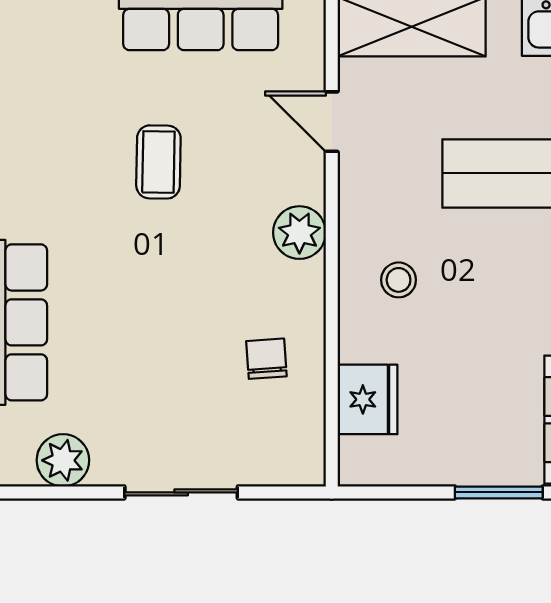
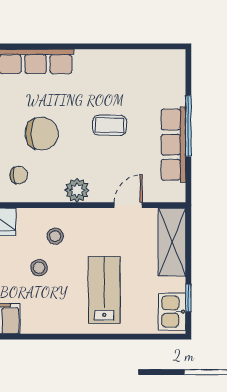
chair: (177, 309) -> (42, 134), added
stool: (467, 315) -> (39, 268), added

